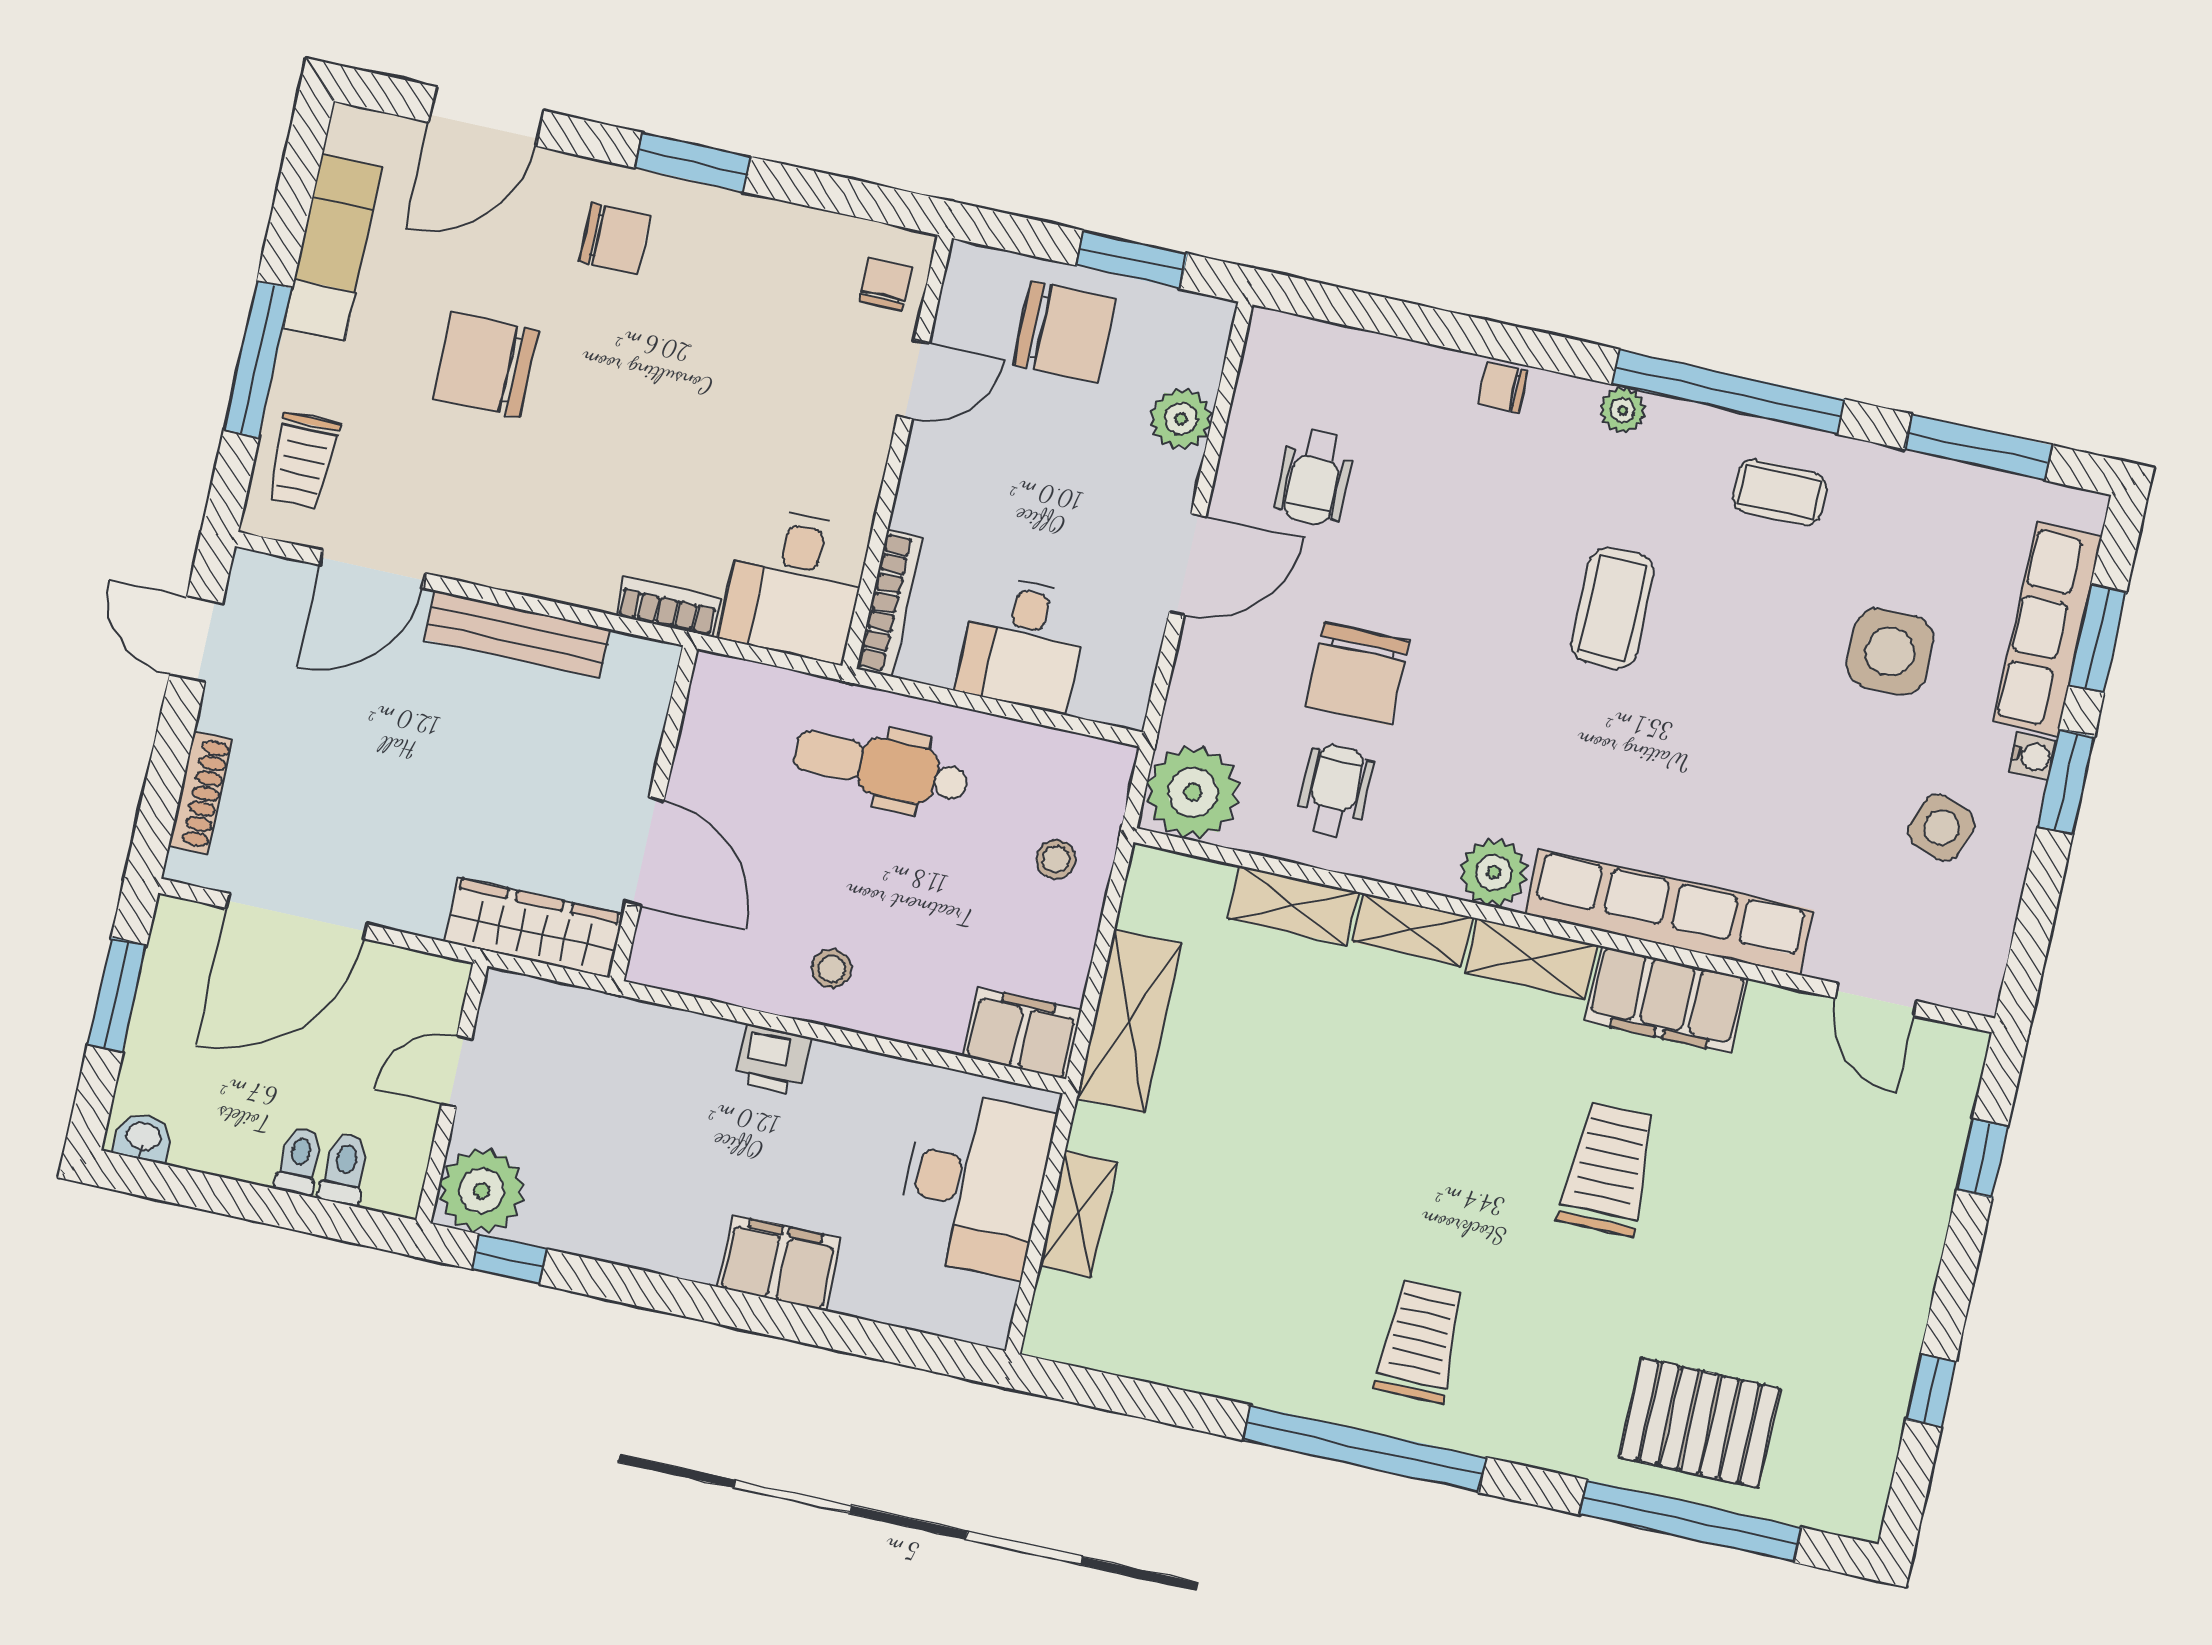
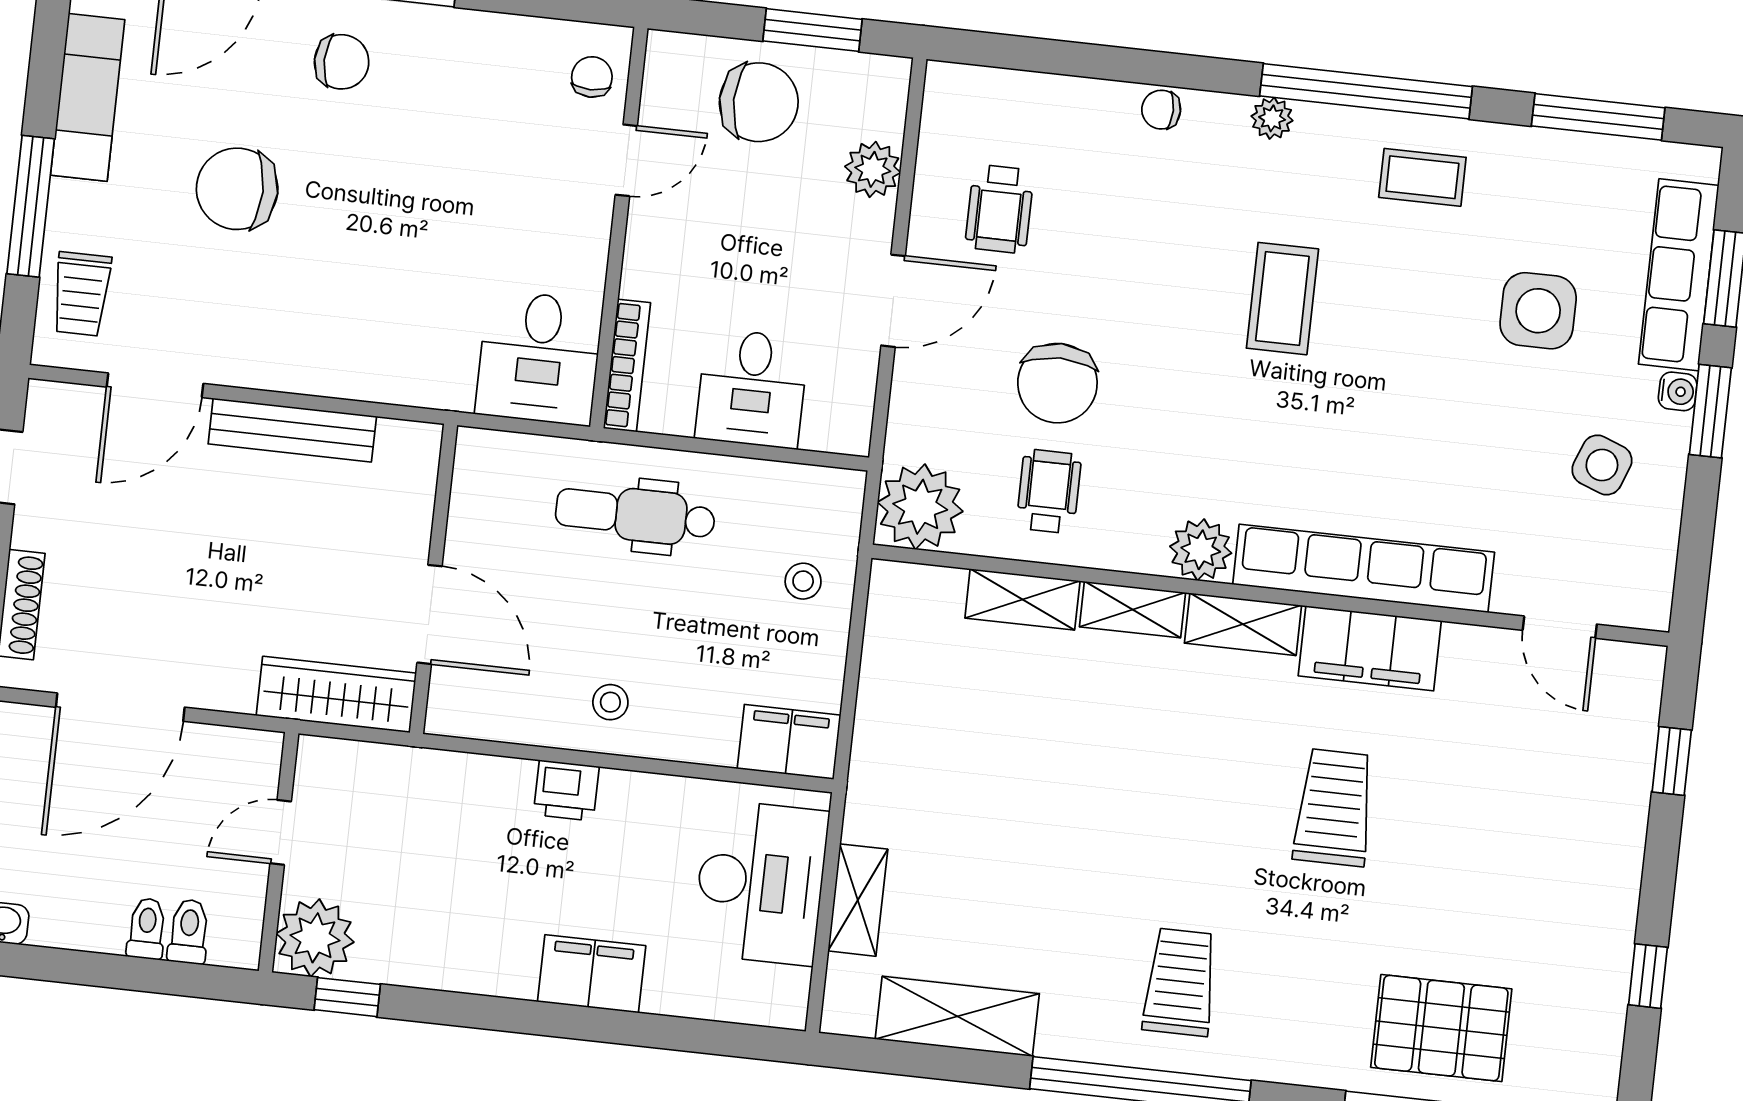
bookcase: (668, 607) -> (427, 390), removed
shelving: (1129, 1021) -> (957, 1016), moved, turned 90

